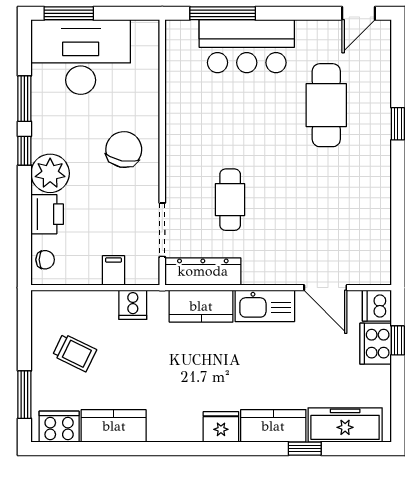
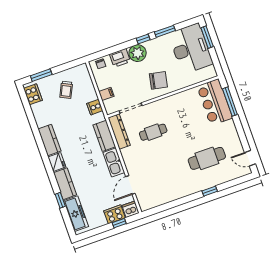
bar counter: (247, 46) -> (215, 102), moved
kitchen counter: (114, 426) -> (49, 140), moved

